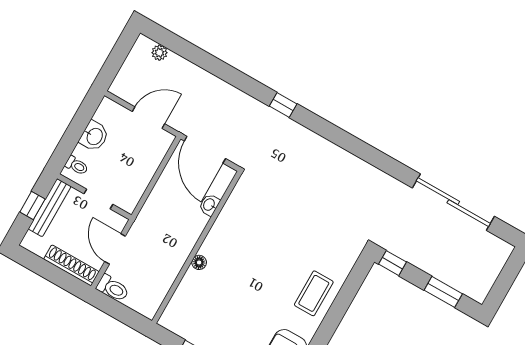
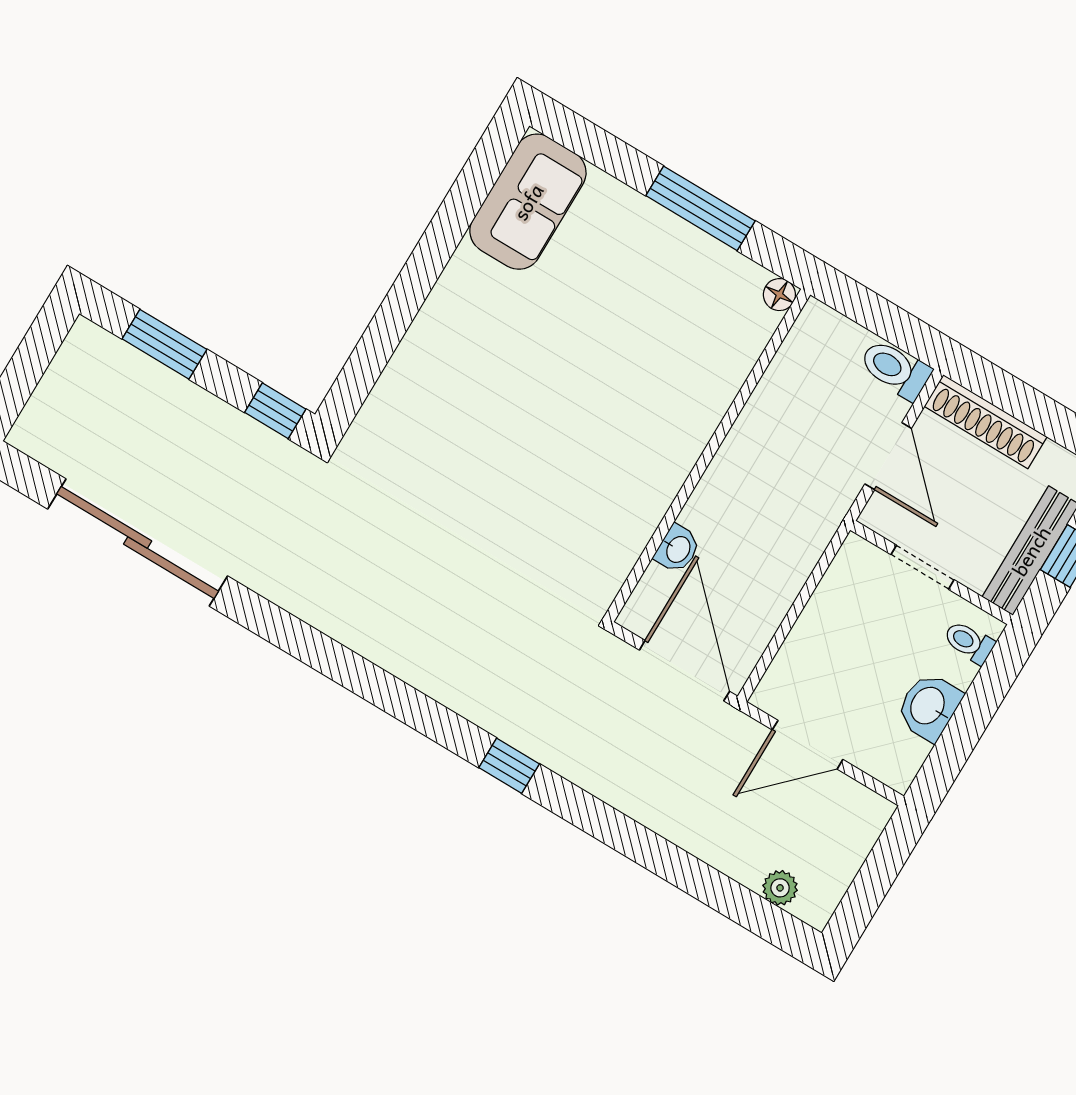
floor lamp: (199, 262) -> (779, 295), moved
coffee table: (314, 293) -> (451, 348), removed

